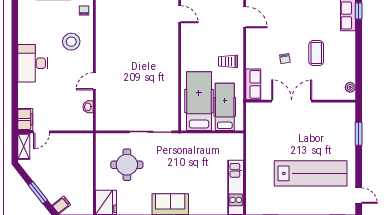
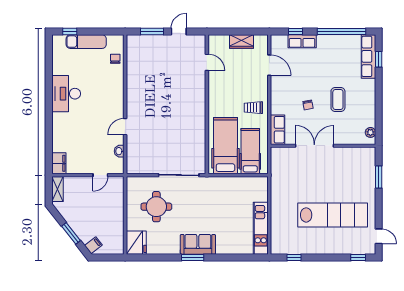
stool: (71, 42) -> (103, 89), removed
desk: (33, 63) -> (66, 94), moved
door: (42, 132) -> (100, 175), moved

